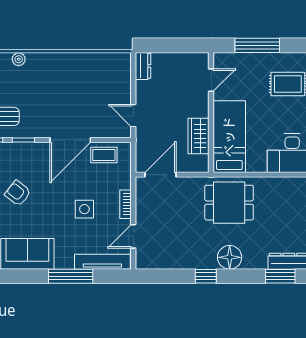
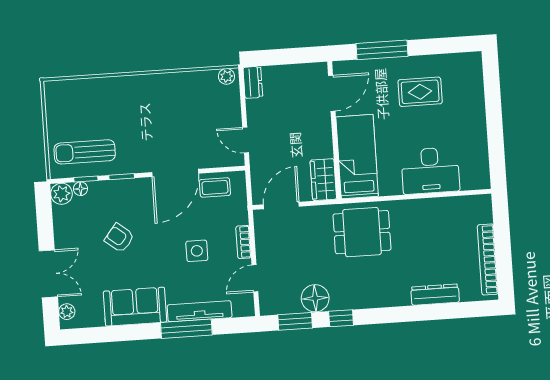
plant: (19, 59) -> (226, 76), moved
door: (211, 80) -> (332, 93), width x1.38
wardrobe: (199, 136) -> (323, 180), moved
floor lamp: (230, 257) -> (315, 298), moved
tv unit: (102, 262) -> (200, 311), moved
window: (280, 276) -> (295, 321), moved

